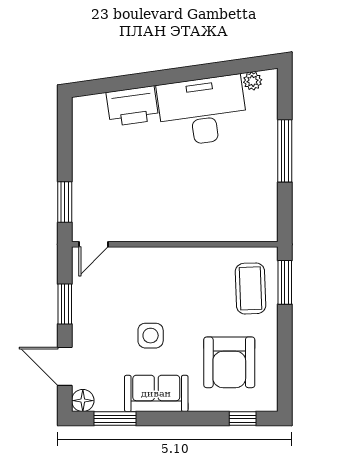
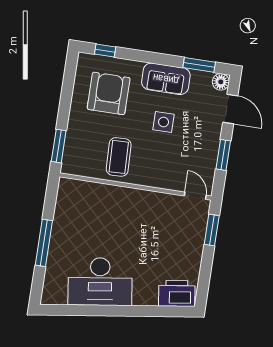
plant: (253, 81) -> (60, 298), removed
printer: (132, 106) -> (177, 293), moved
door: (93, 244) -> (195, 196), hinge flipped
coffee table: (250, 288) -> (119, 157), moved

